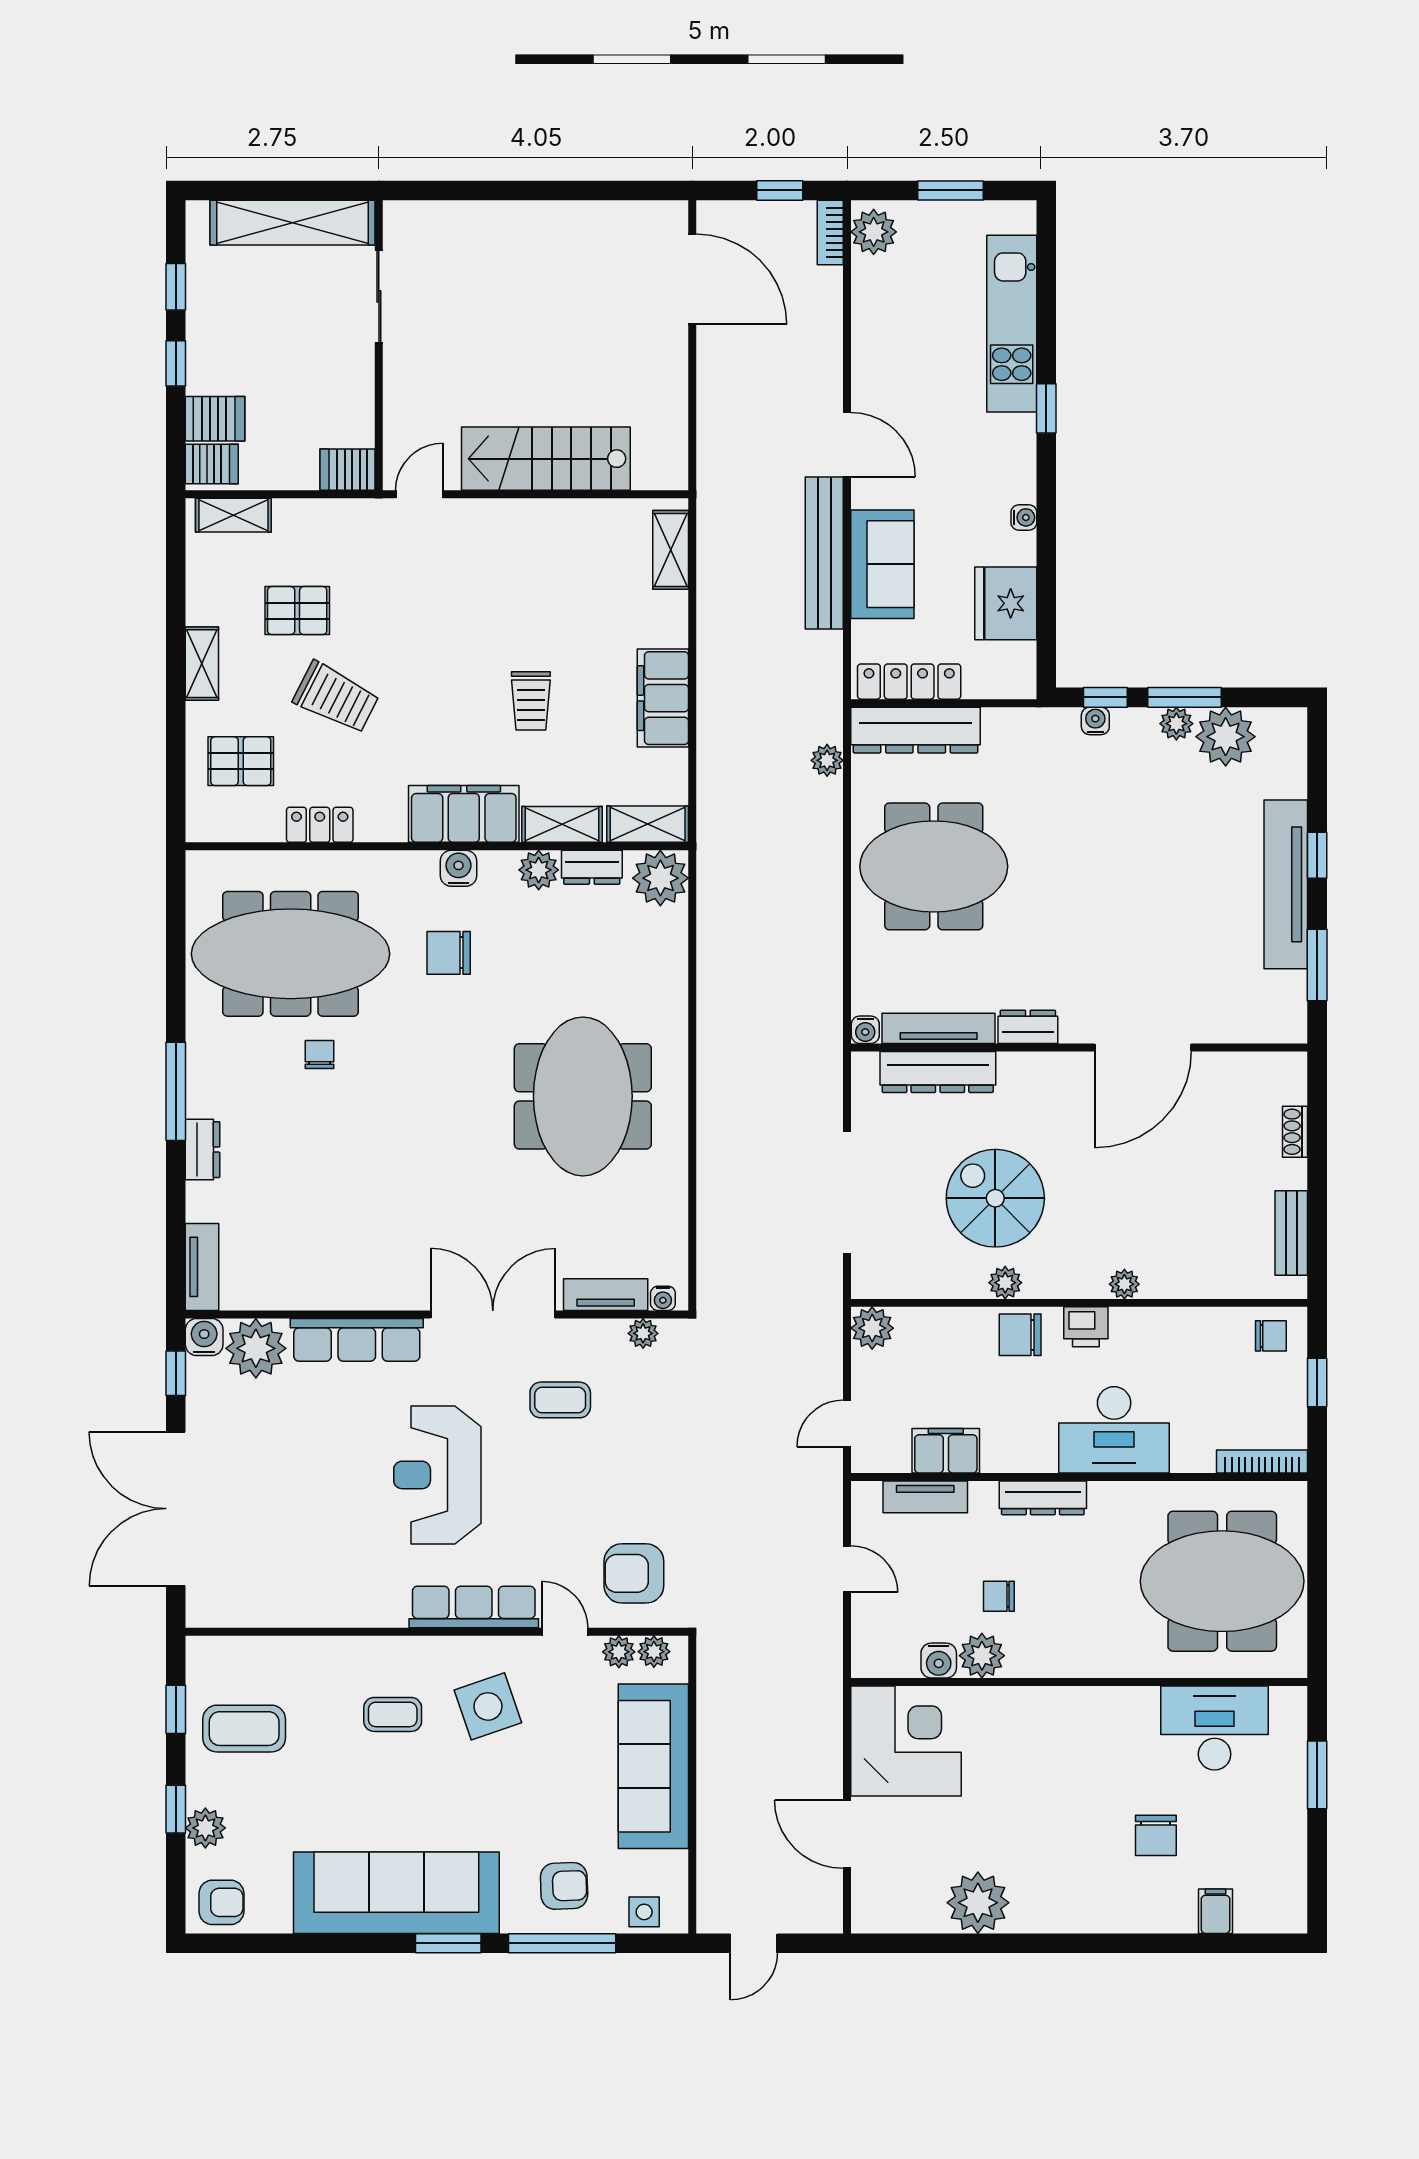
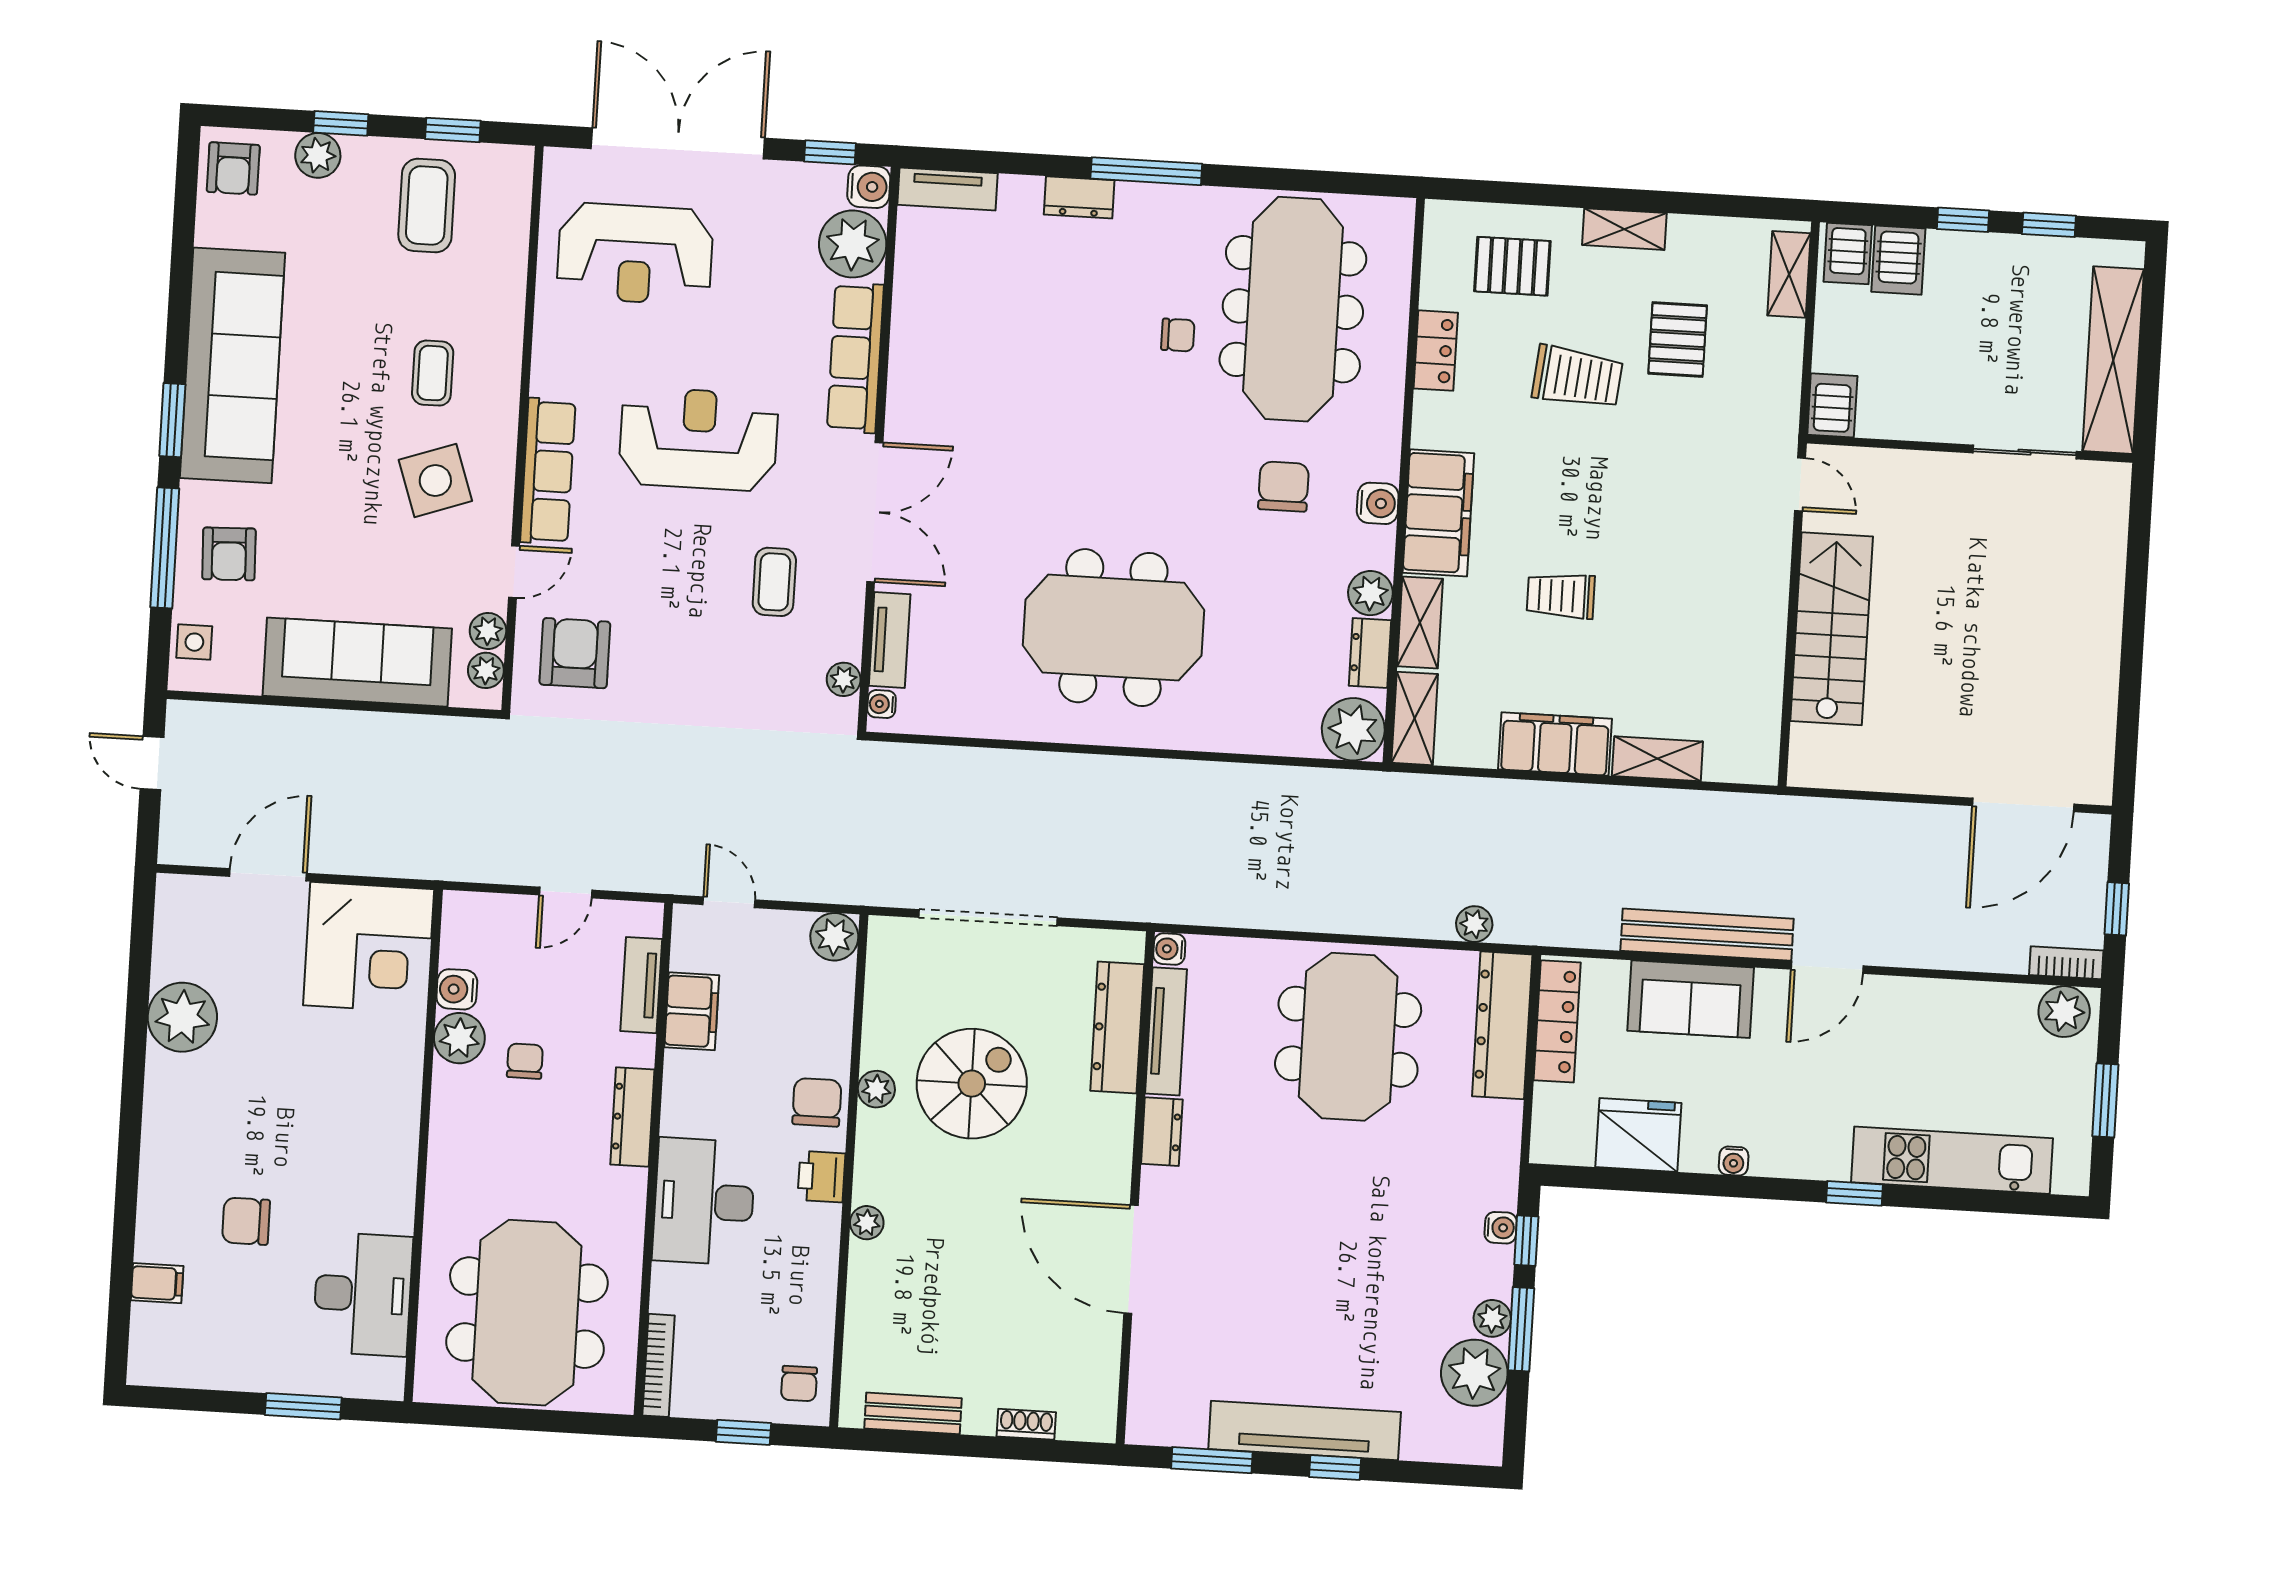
shelving: (671, 550) -> (1657, 759), moved
trolley: (336, 698) -> (1577, 377), turned -111
pallet: (241, 761) -> (1512, 266), turned 90
reception desk: (276, 1541) -> (635, 254), added

